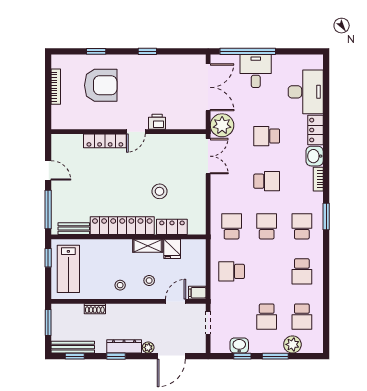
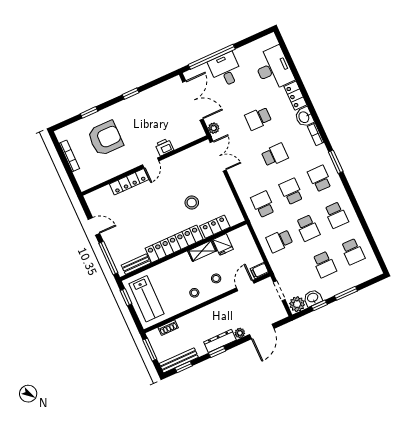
plant: (222, 125) -> (214, 128), width x0.53, depth x0.53
school desk: (267, 271) -> (308, 228), added
shoe rack: (95, 309) -> (168, 328), moved
plant: (292, 344) -> (297, 304), moved

